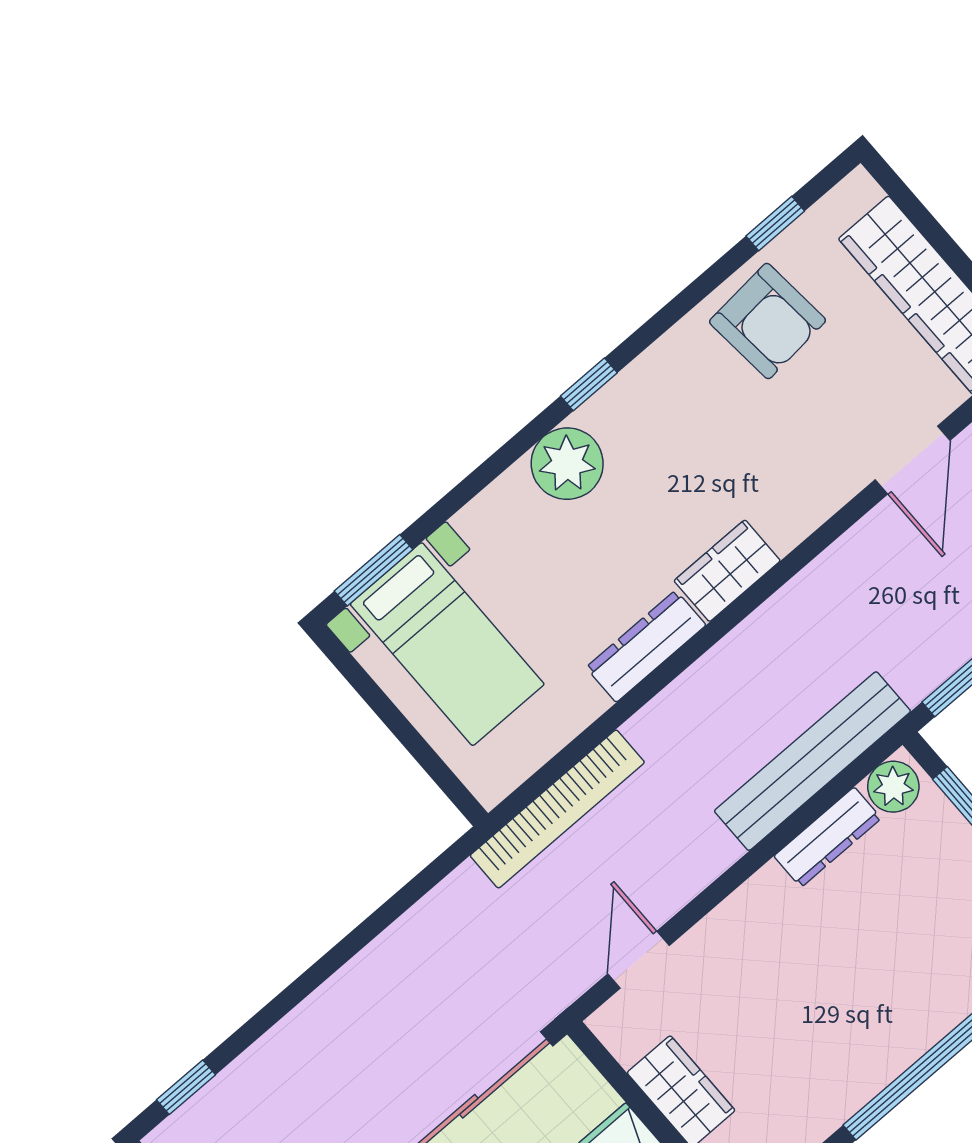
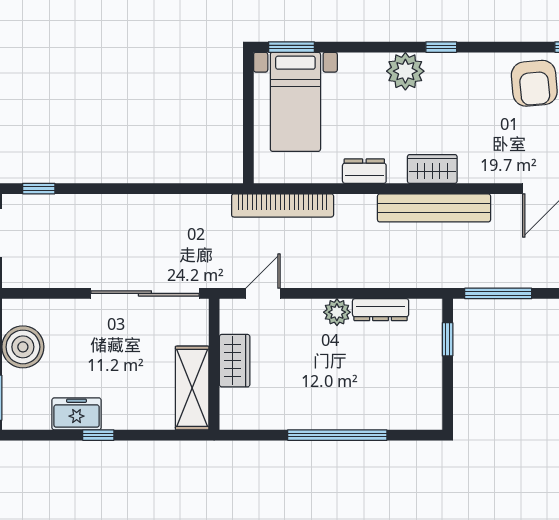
dresser: (646, 646) -> (364, 171), width x0.70
bench: (812, 761) -> (434, 208), moved
plant: (893, 787) -> (337, 312), moved

